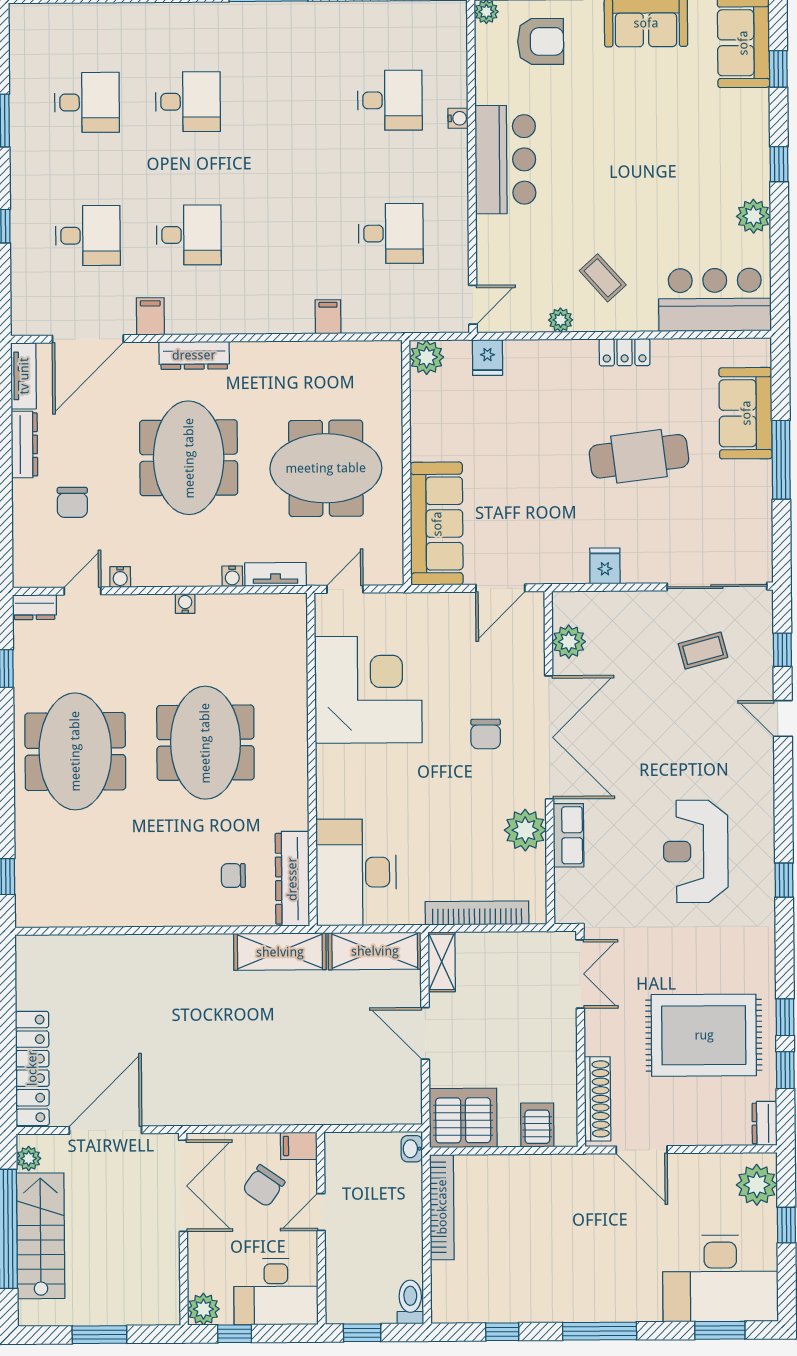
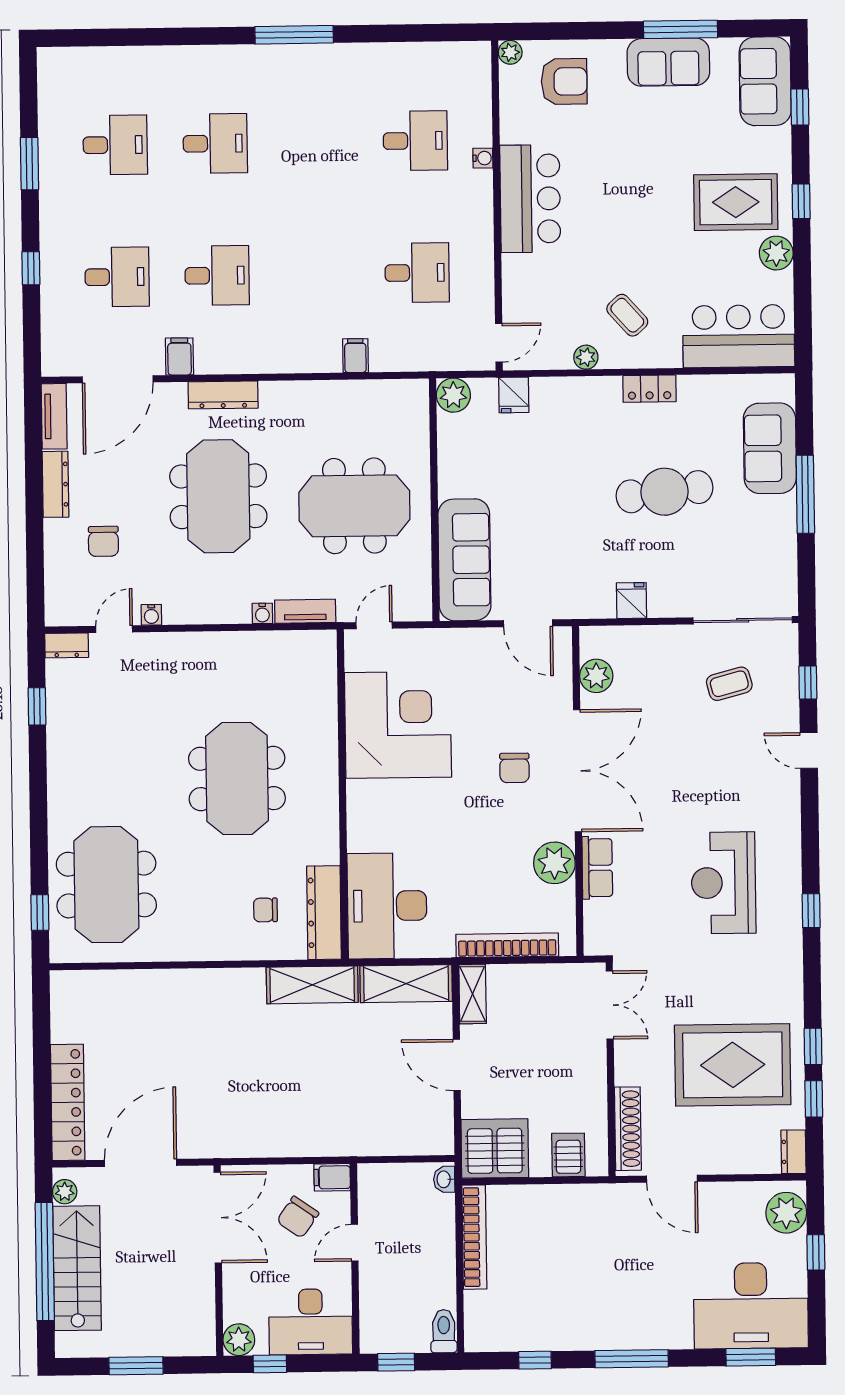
rug: (713, 164) -> (736, 202), added
door: (500, 588) -> (528, 623), hinge flipped
water cooler: (185, 604) -> (216, 641), removed
meeting table: (75, 751) -> (106, 885), moved

